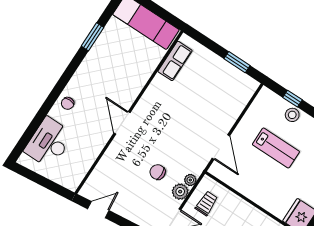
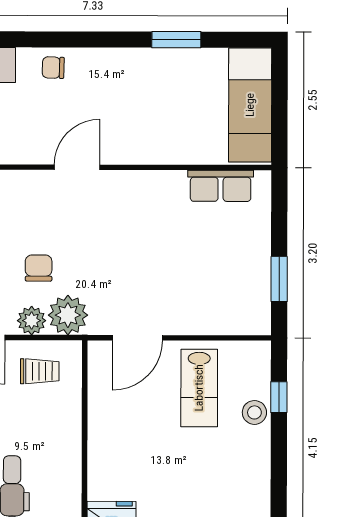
lab bench: (276, 148) -> (199, 388), moved
plant: (190, 180) -> (68, 315), width x1.88, depth x1.88

